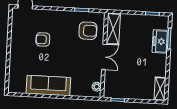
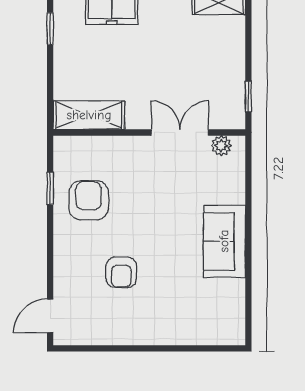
armchair: (88, 31) -> (89, 200), moved
double door: (104, 57) -> (180, 132), moved
sofa: (48, 86) -> (224, 241), width x0.73

